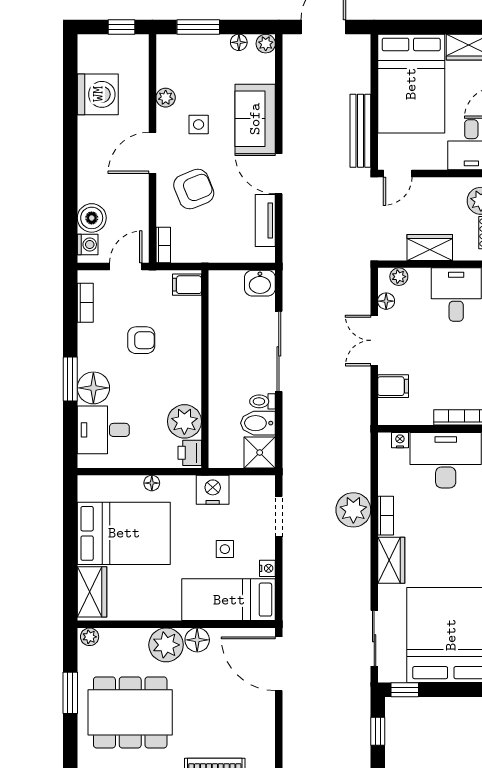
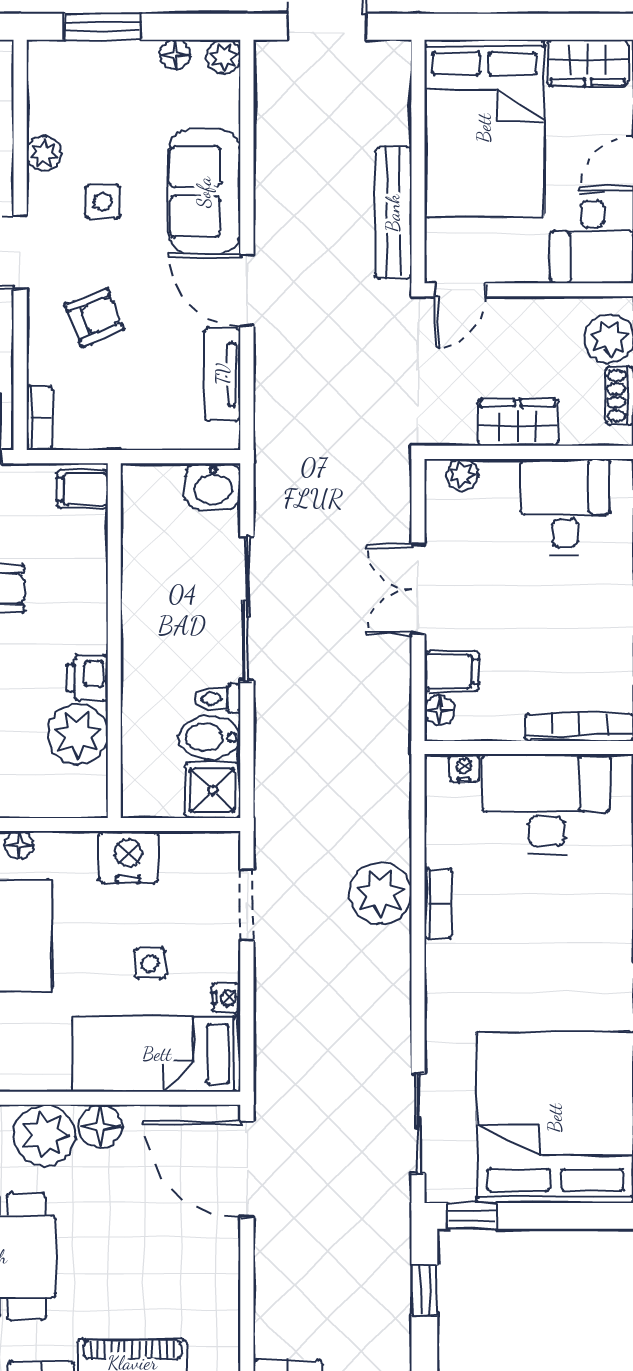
armchair: (194, 189) -> (94, 318), width x0.72, depth x0.72
floor lamp: (386, 301) -> (439, 710), moved
printer: (190, 453) -> (87, 678), moved
wardrobe: (391, 560) -> (448, 984), removed

